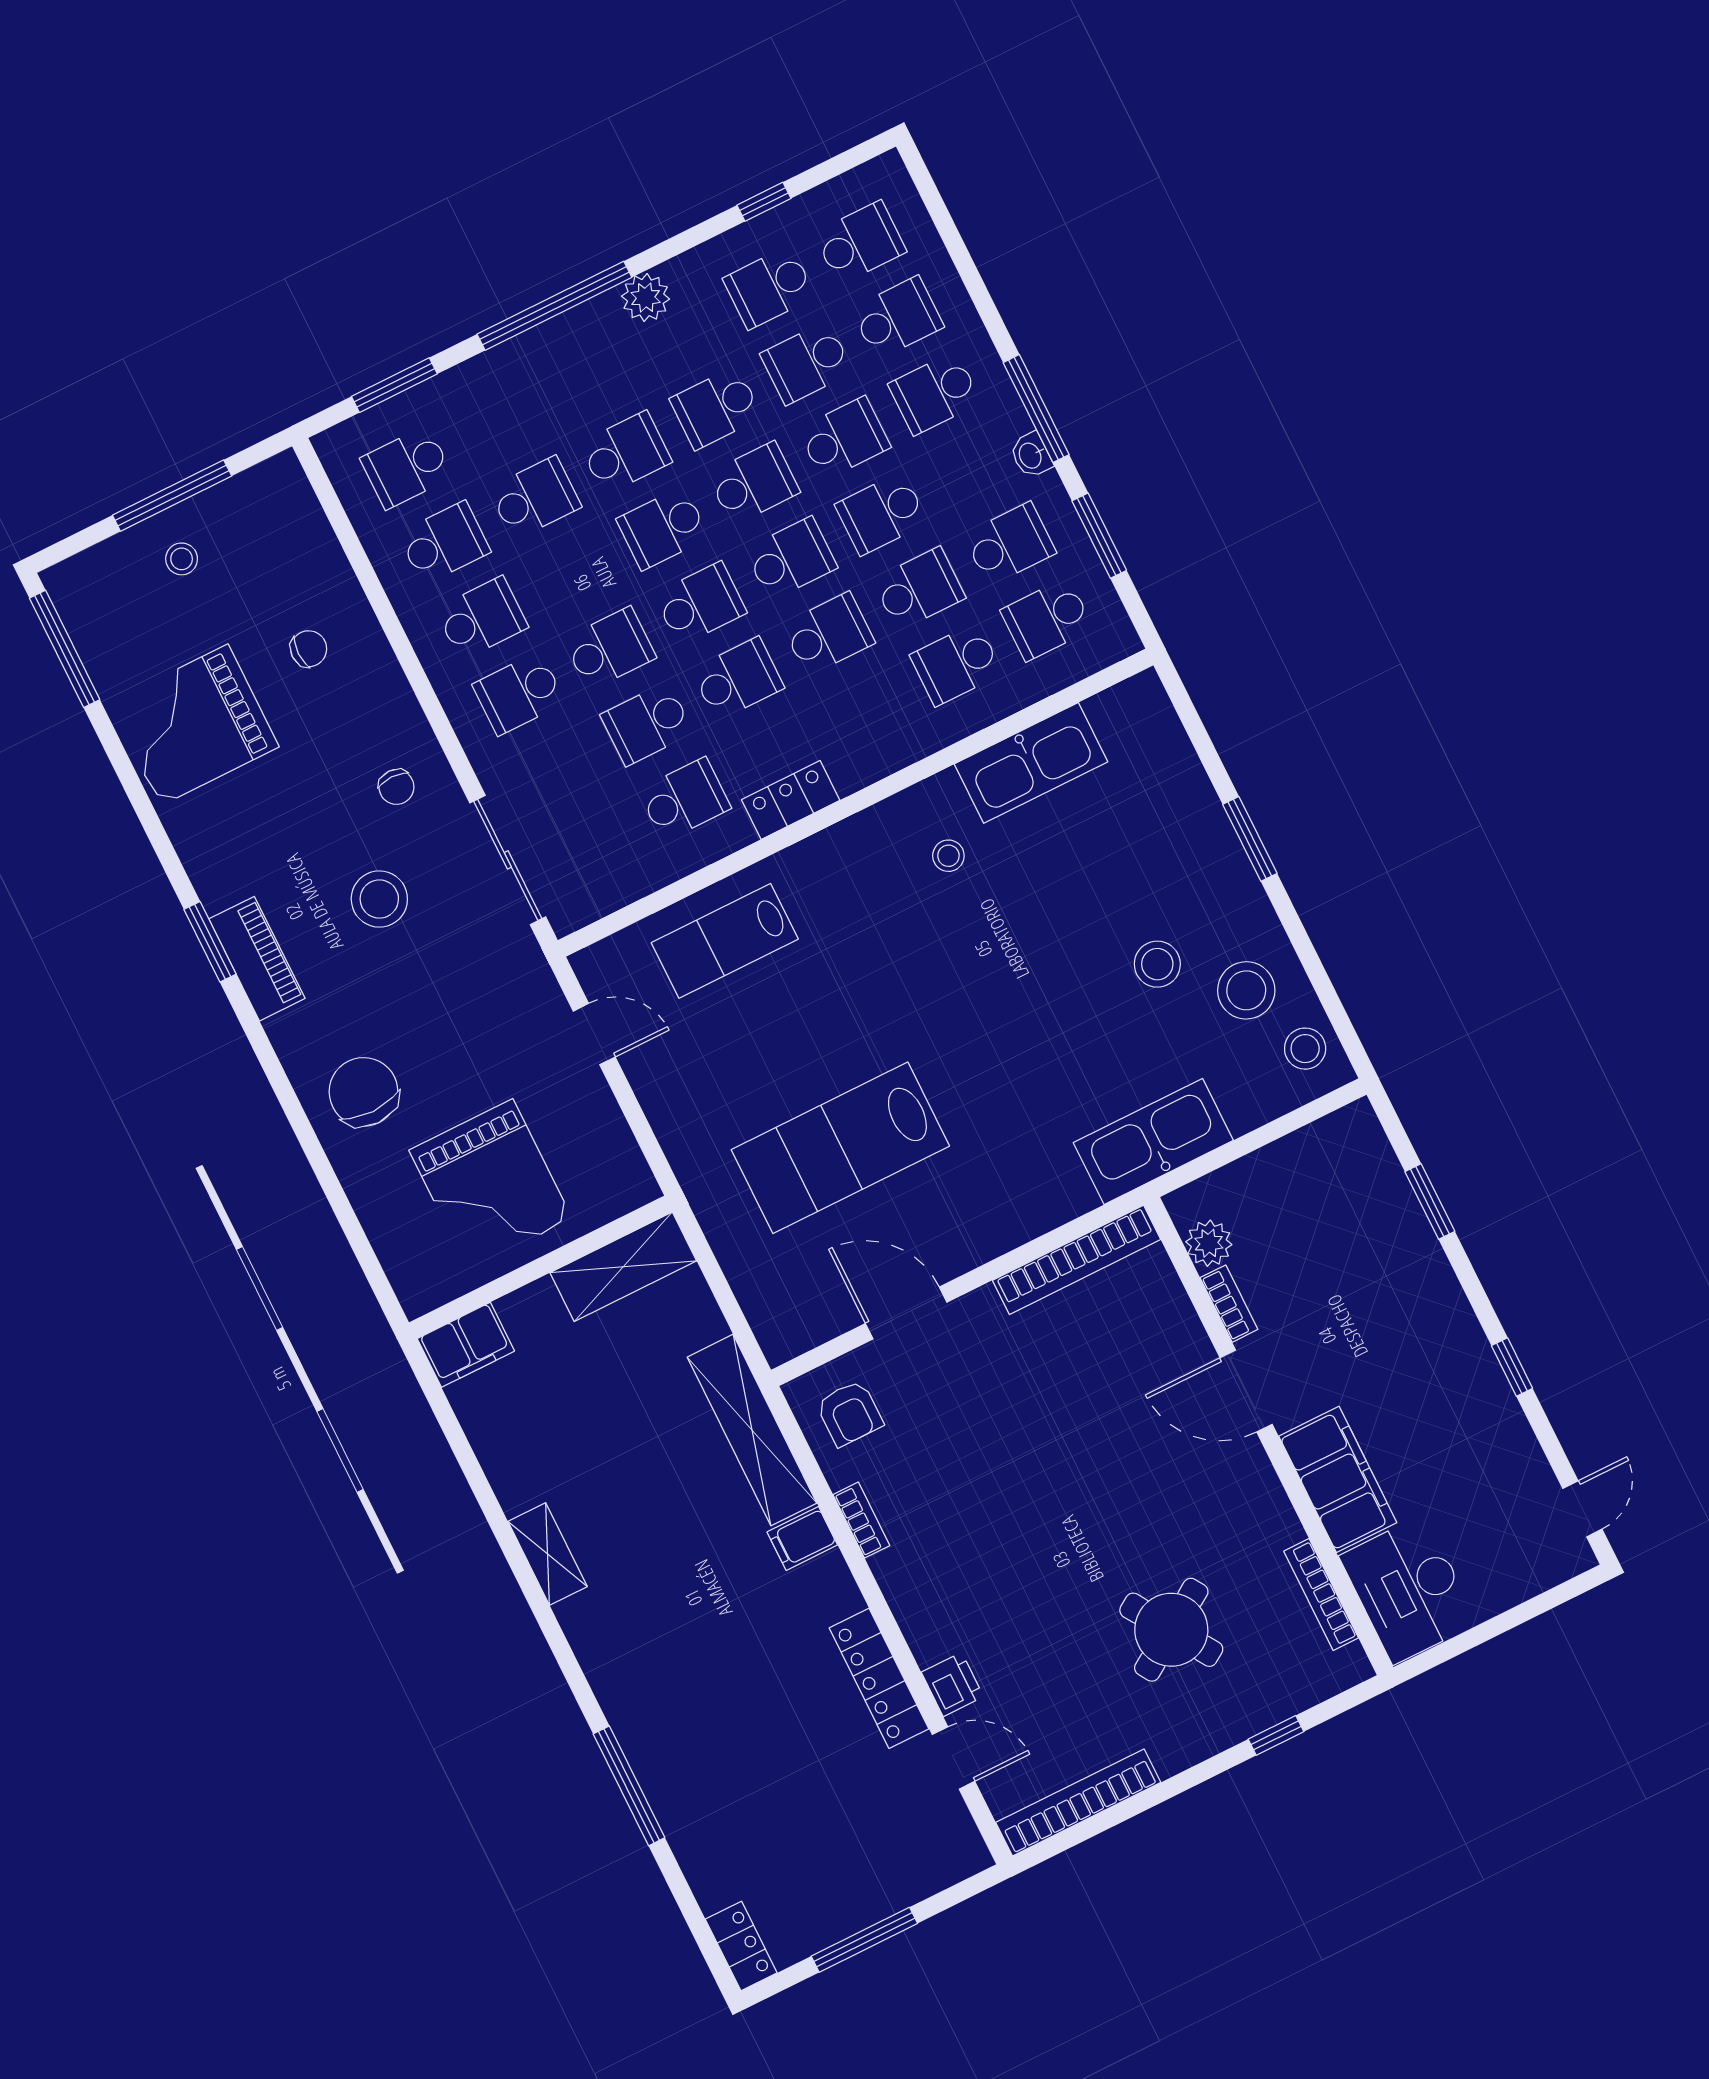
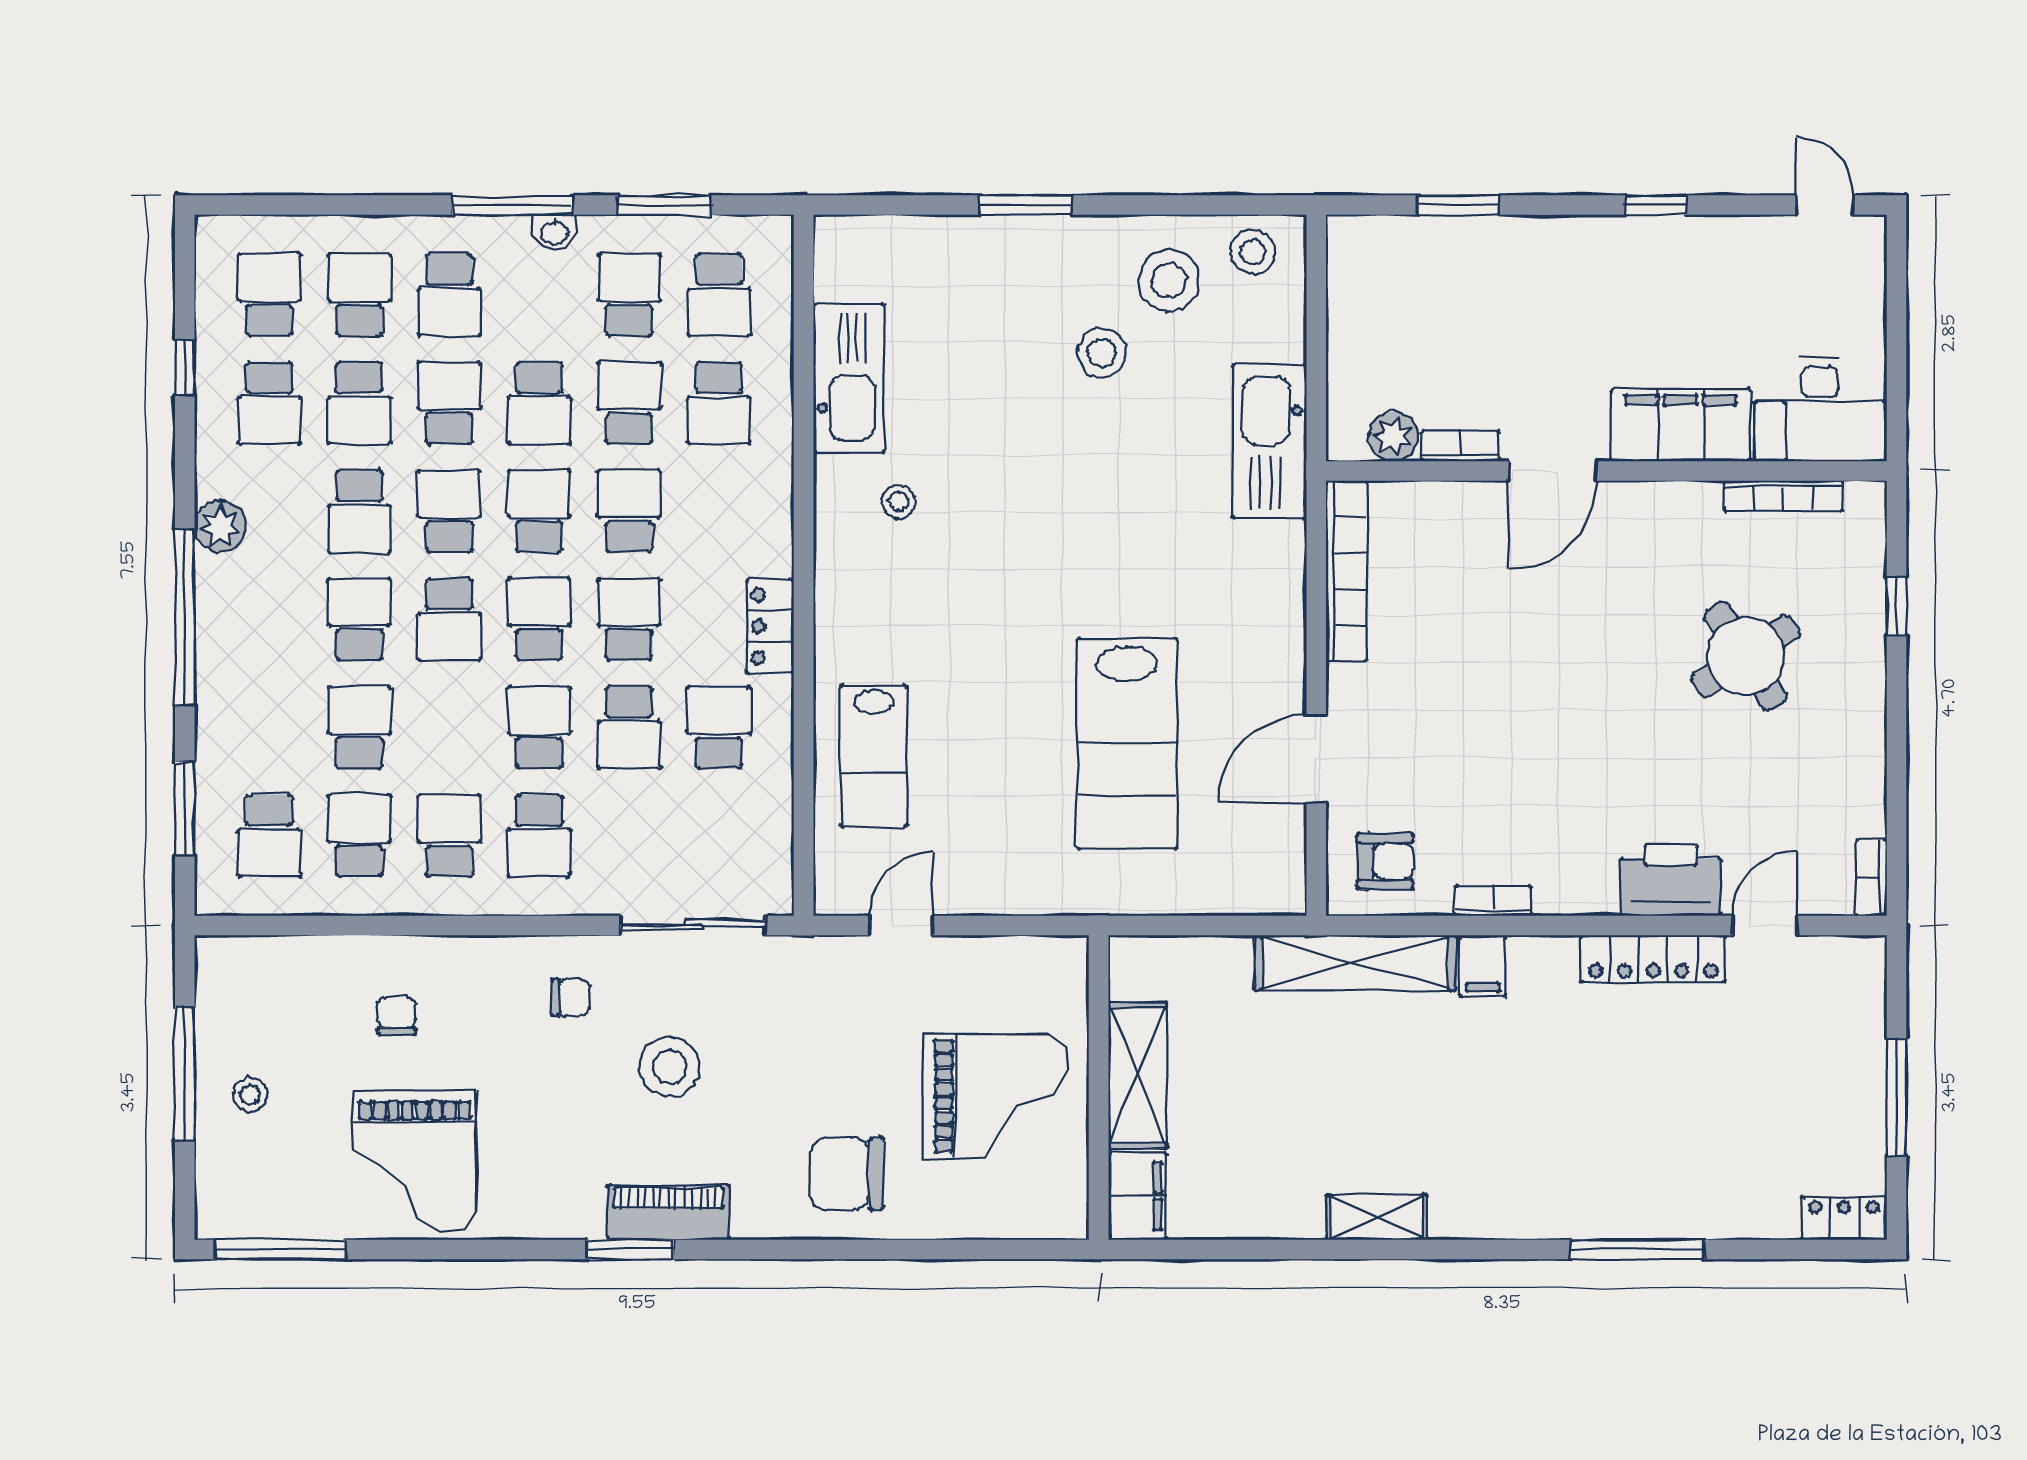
shelving: (623, 1267) -> (1138, 1075), moved
printer: (952, 1684) -> (1671, 880), width x1.87, depth x1.48
bookcase: (1078, 1802) -> (1872, 878), width x0.43, depth x0.76

